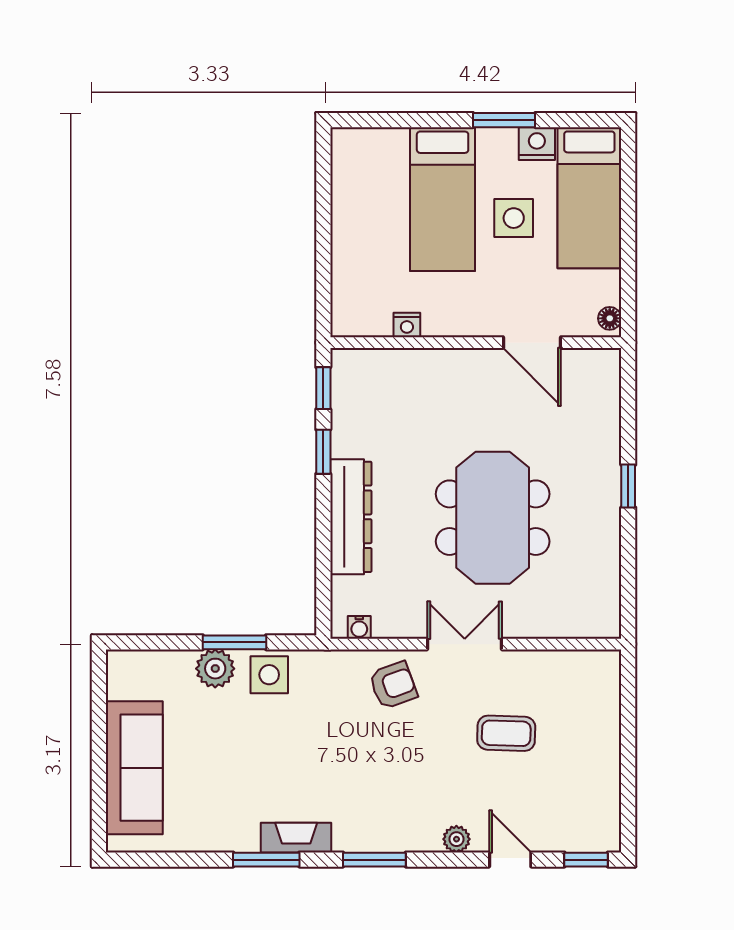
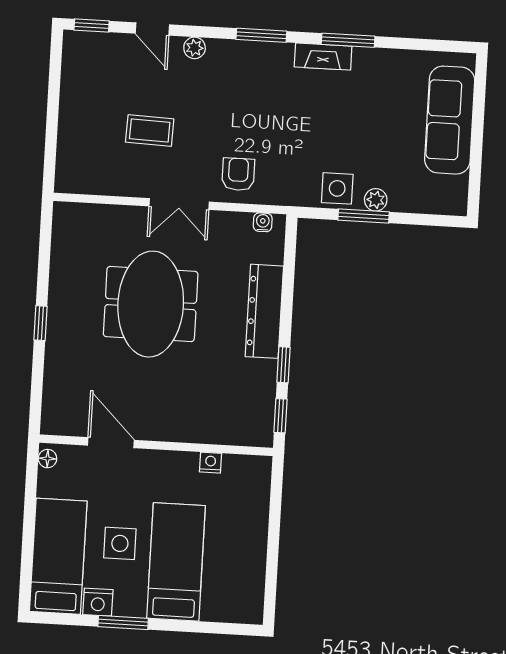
plant: (215, 669) -> (376, 200), width x0.73, depth x0.73
armchair: (393, 685) -> (238, 174), turned 110

